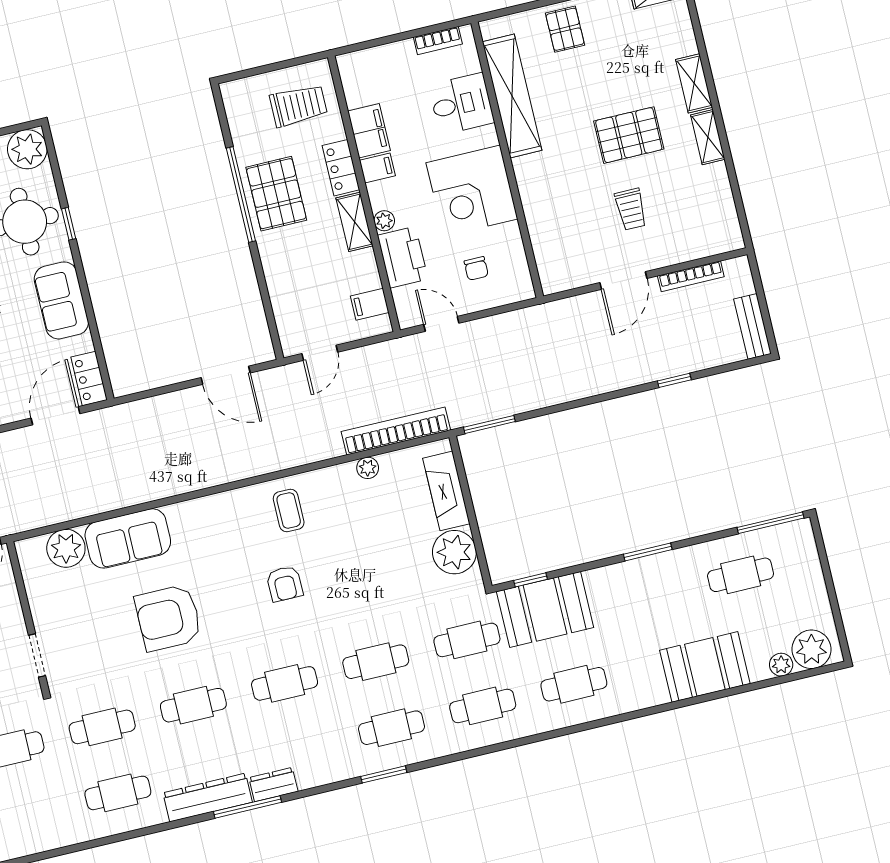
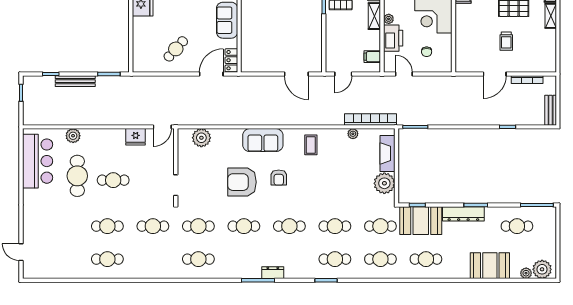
sofa: (128, 538) -> (263, 140), moved
armchair: (285, 584) -> (279, 178), moved
dresser: (208, 798) -> (463, 214), moved, turned 180

